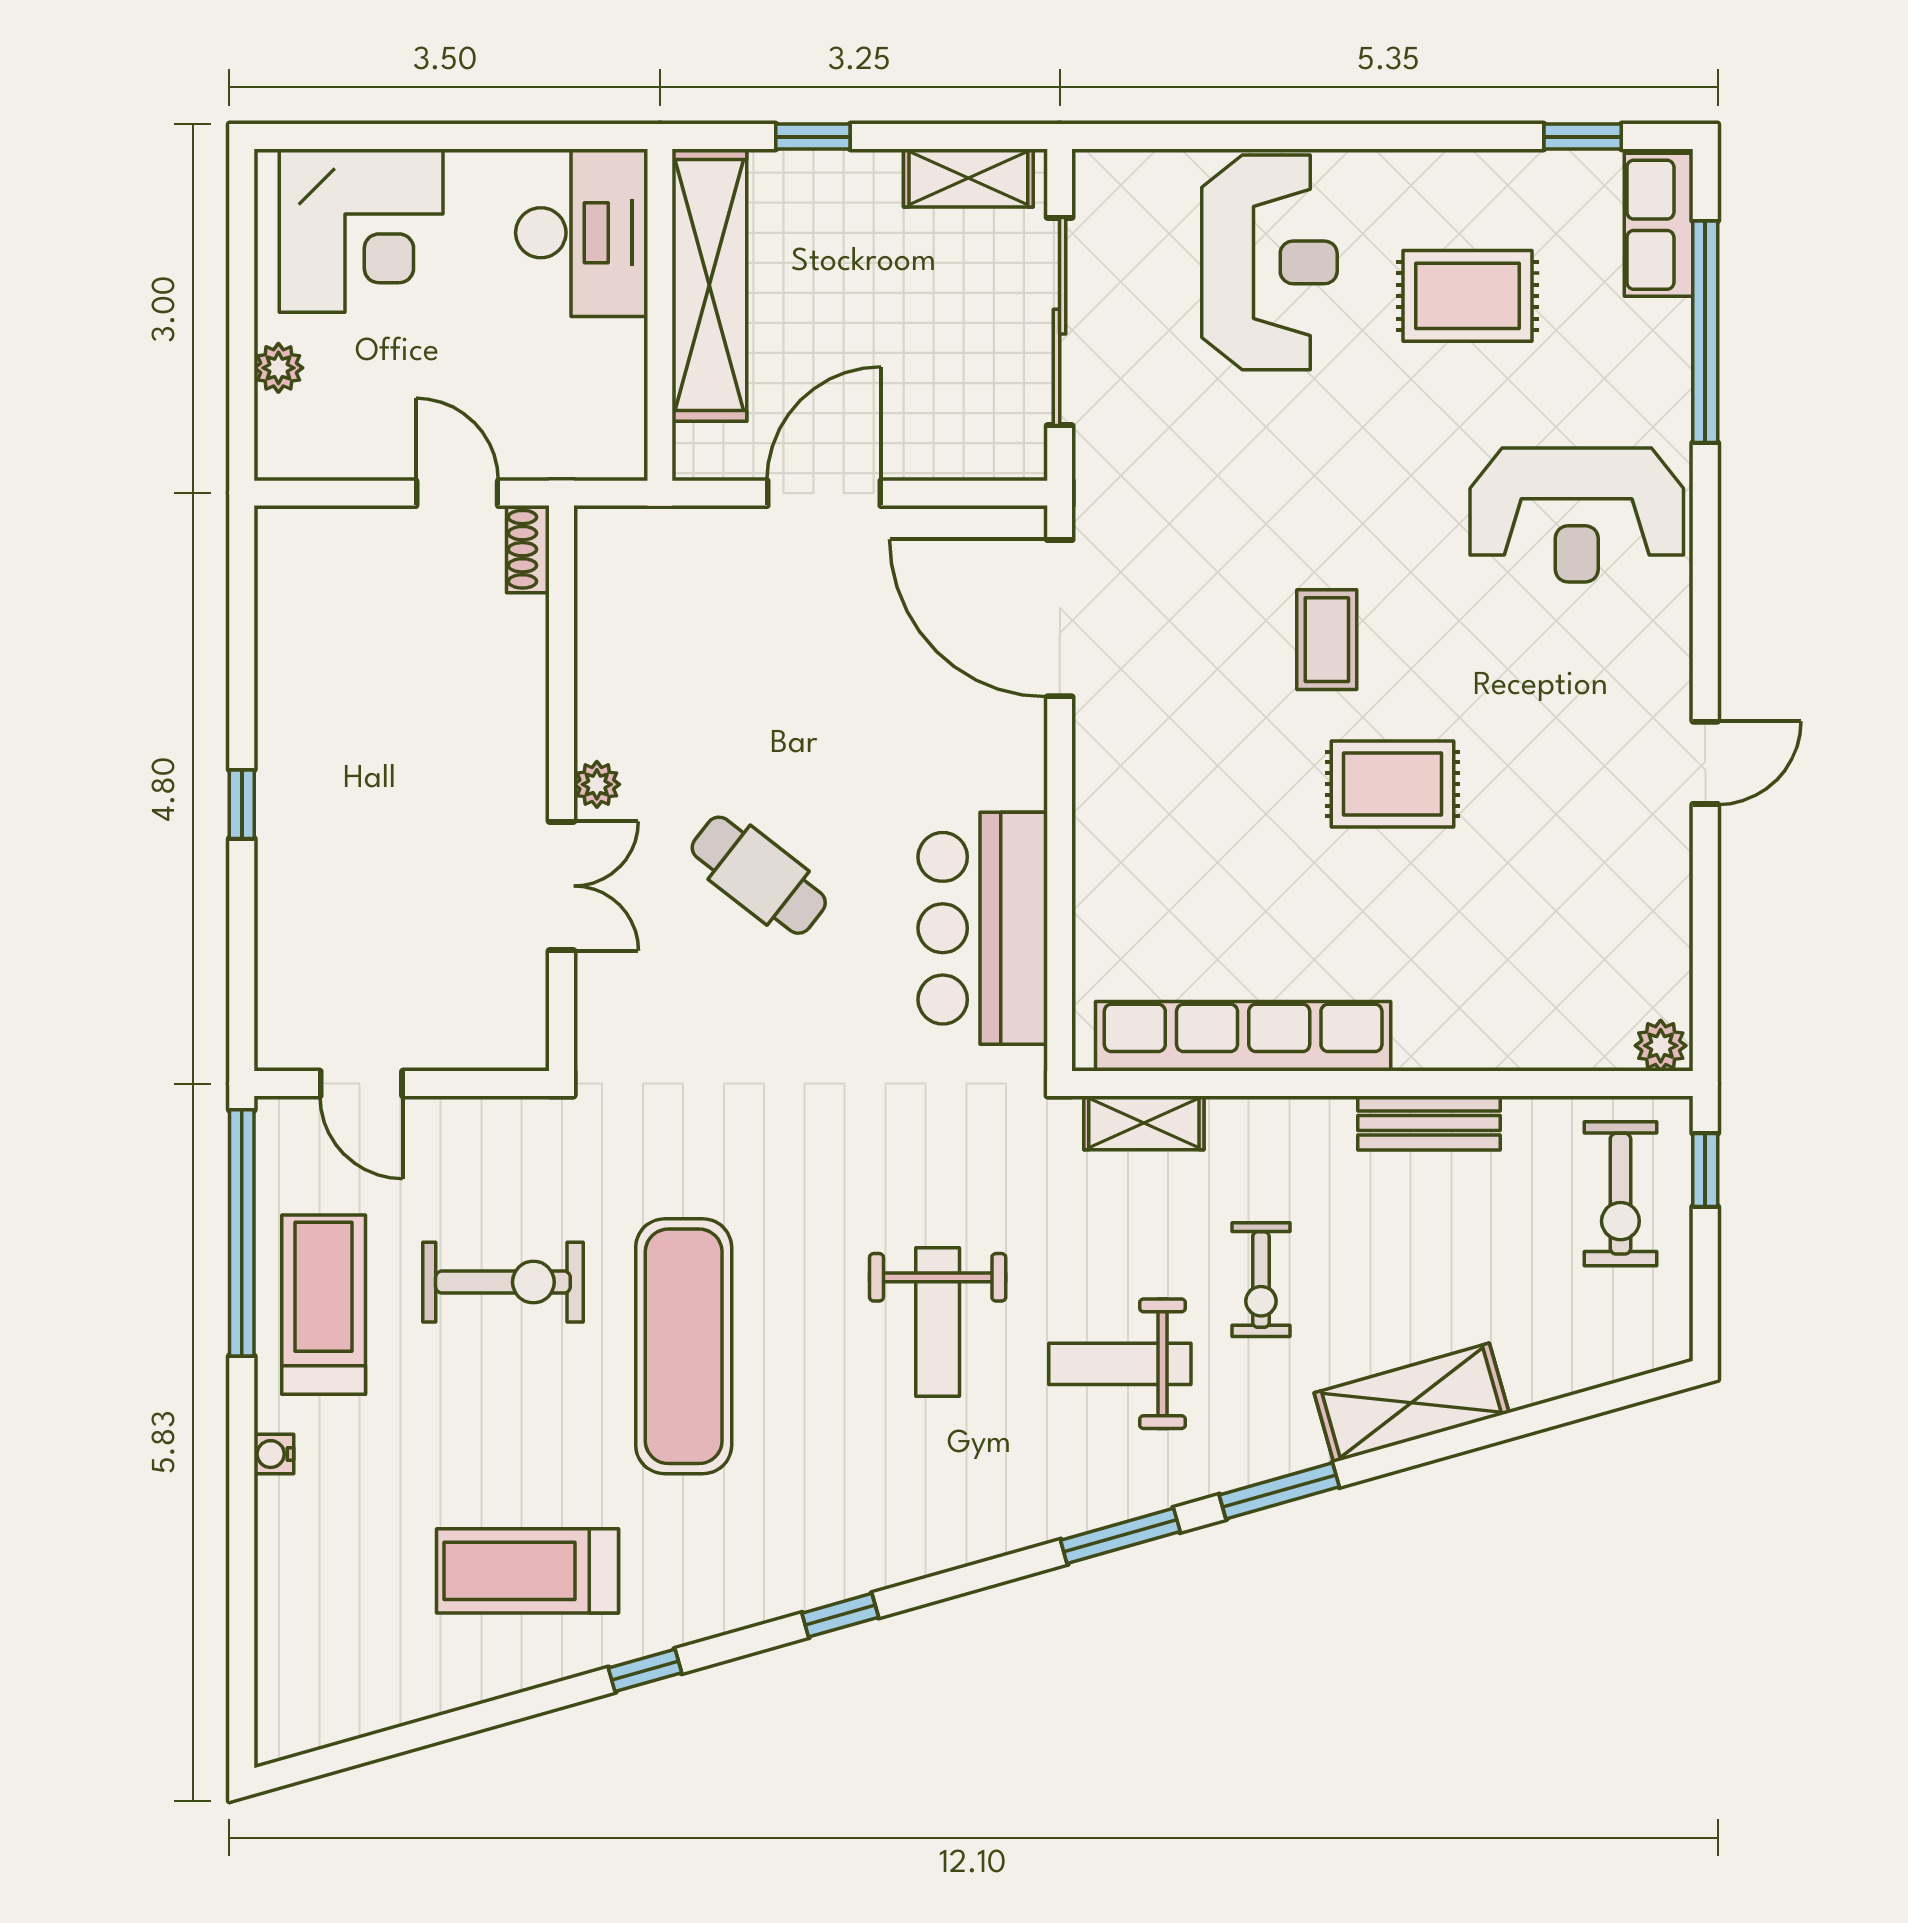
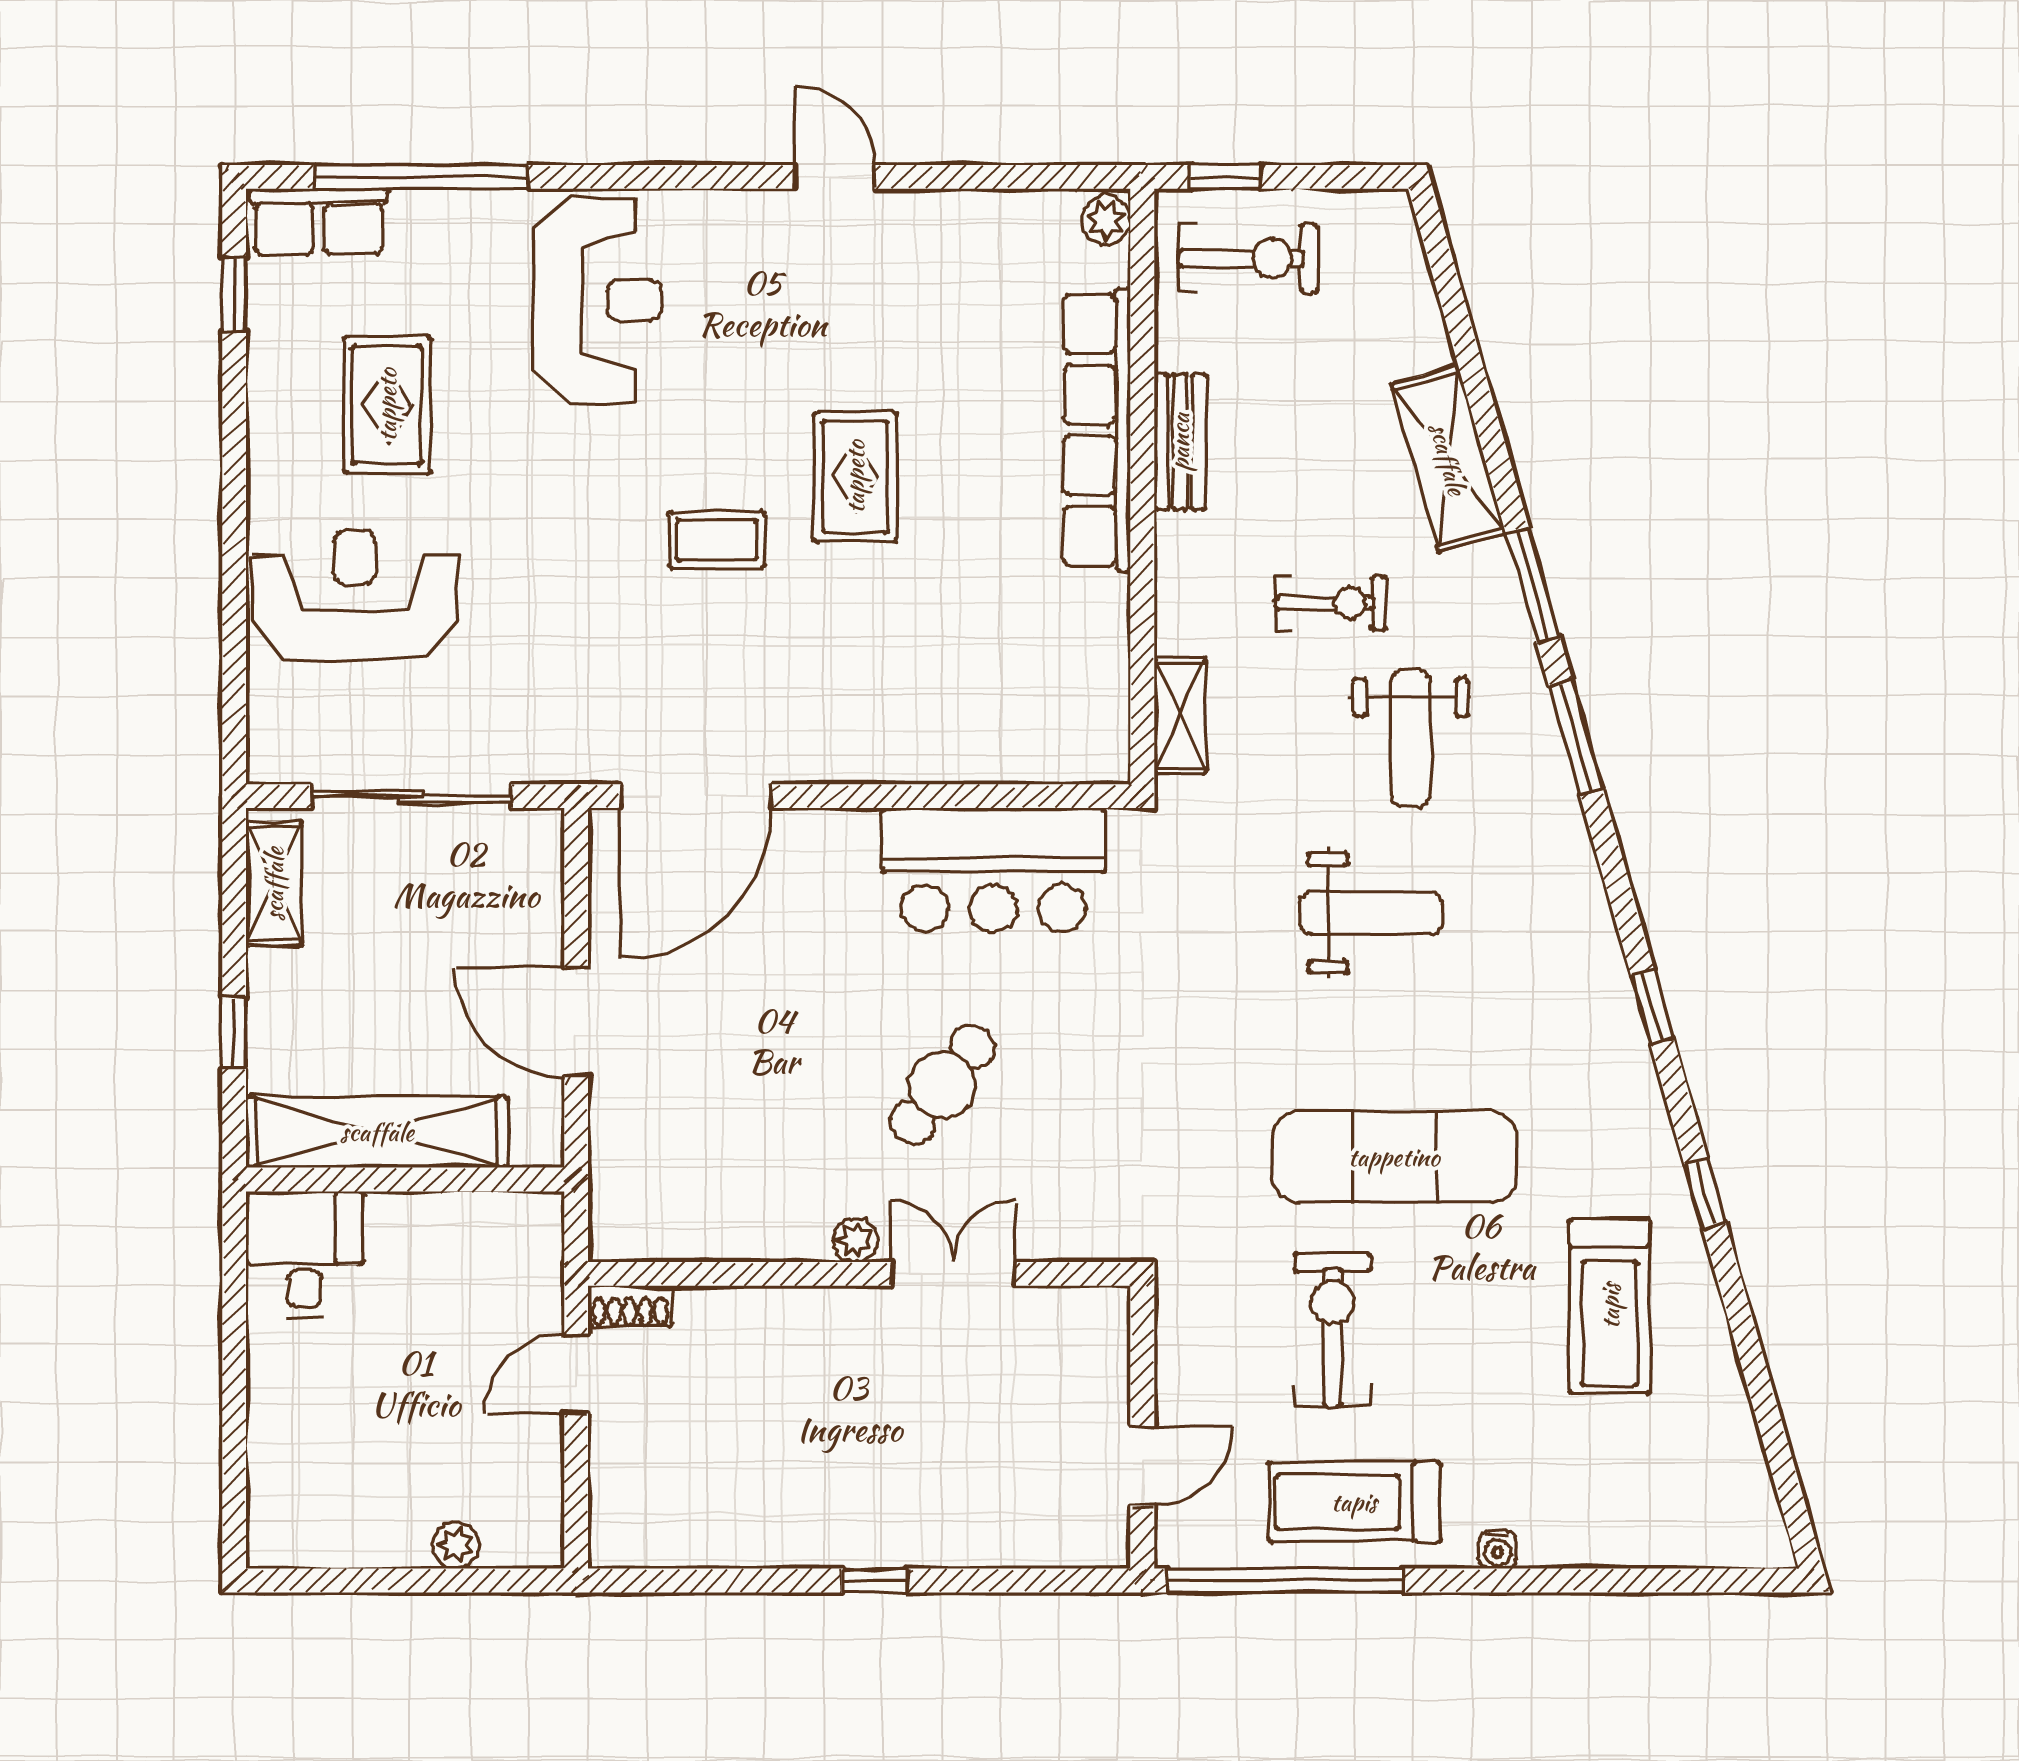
corner desk: (361, 231) -> (324, 1466), removed
desk: (582, 233) -> (304, 1255), width x0.73
row of seats: (1243, 1036) -> (1097, 430), moved

